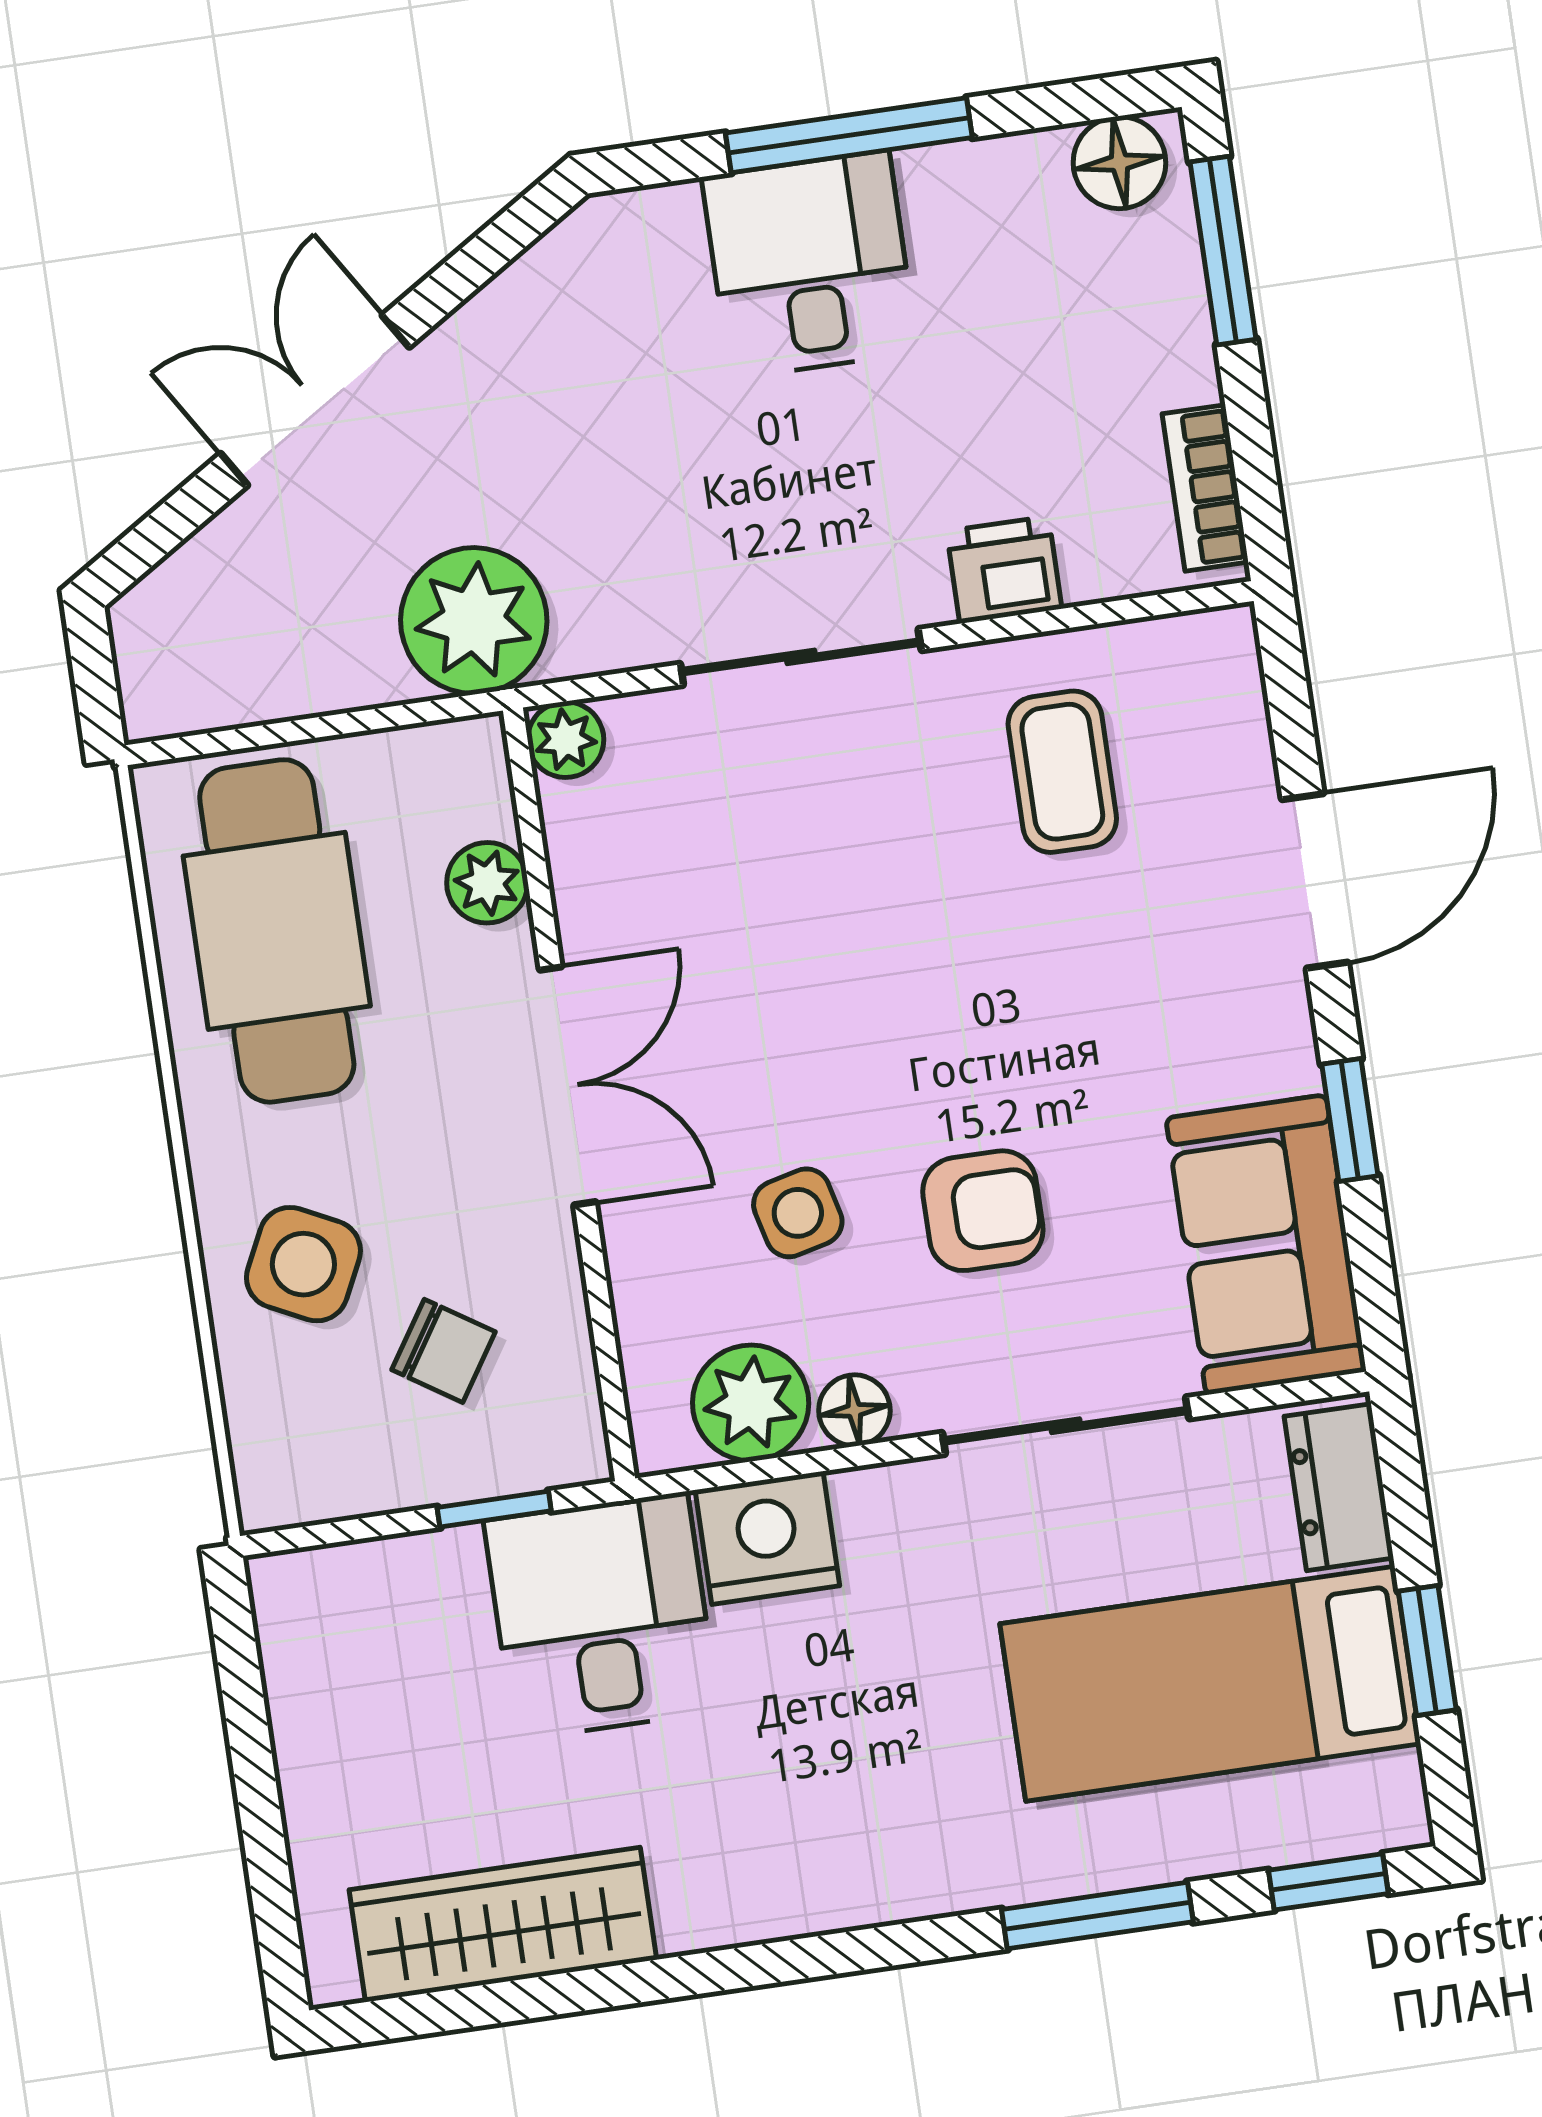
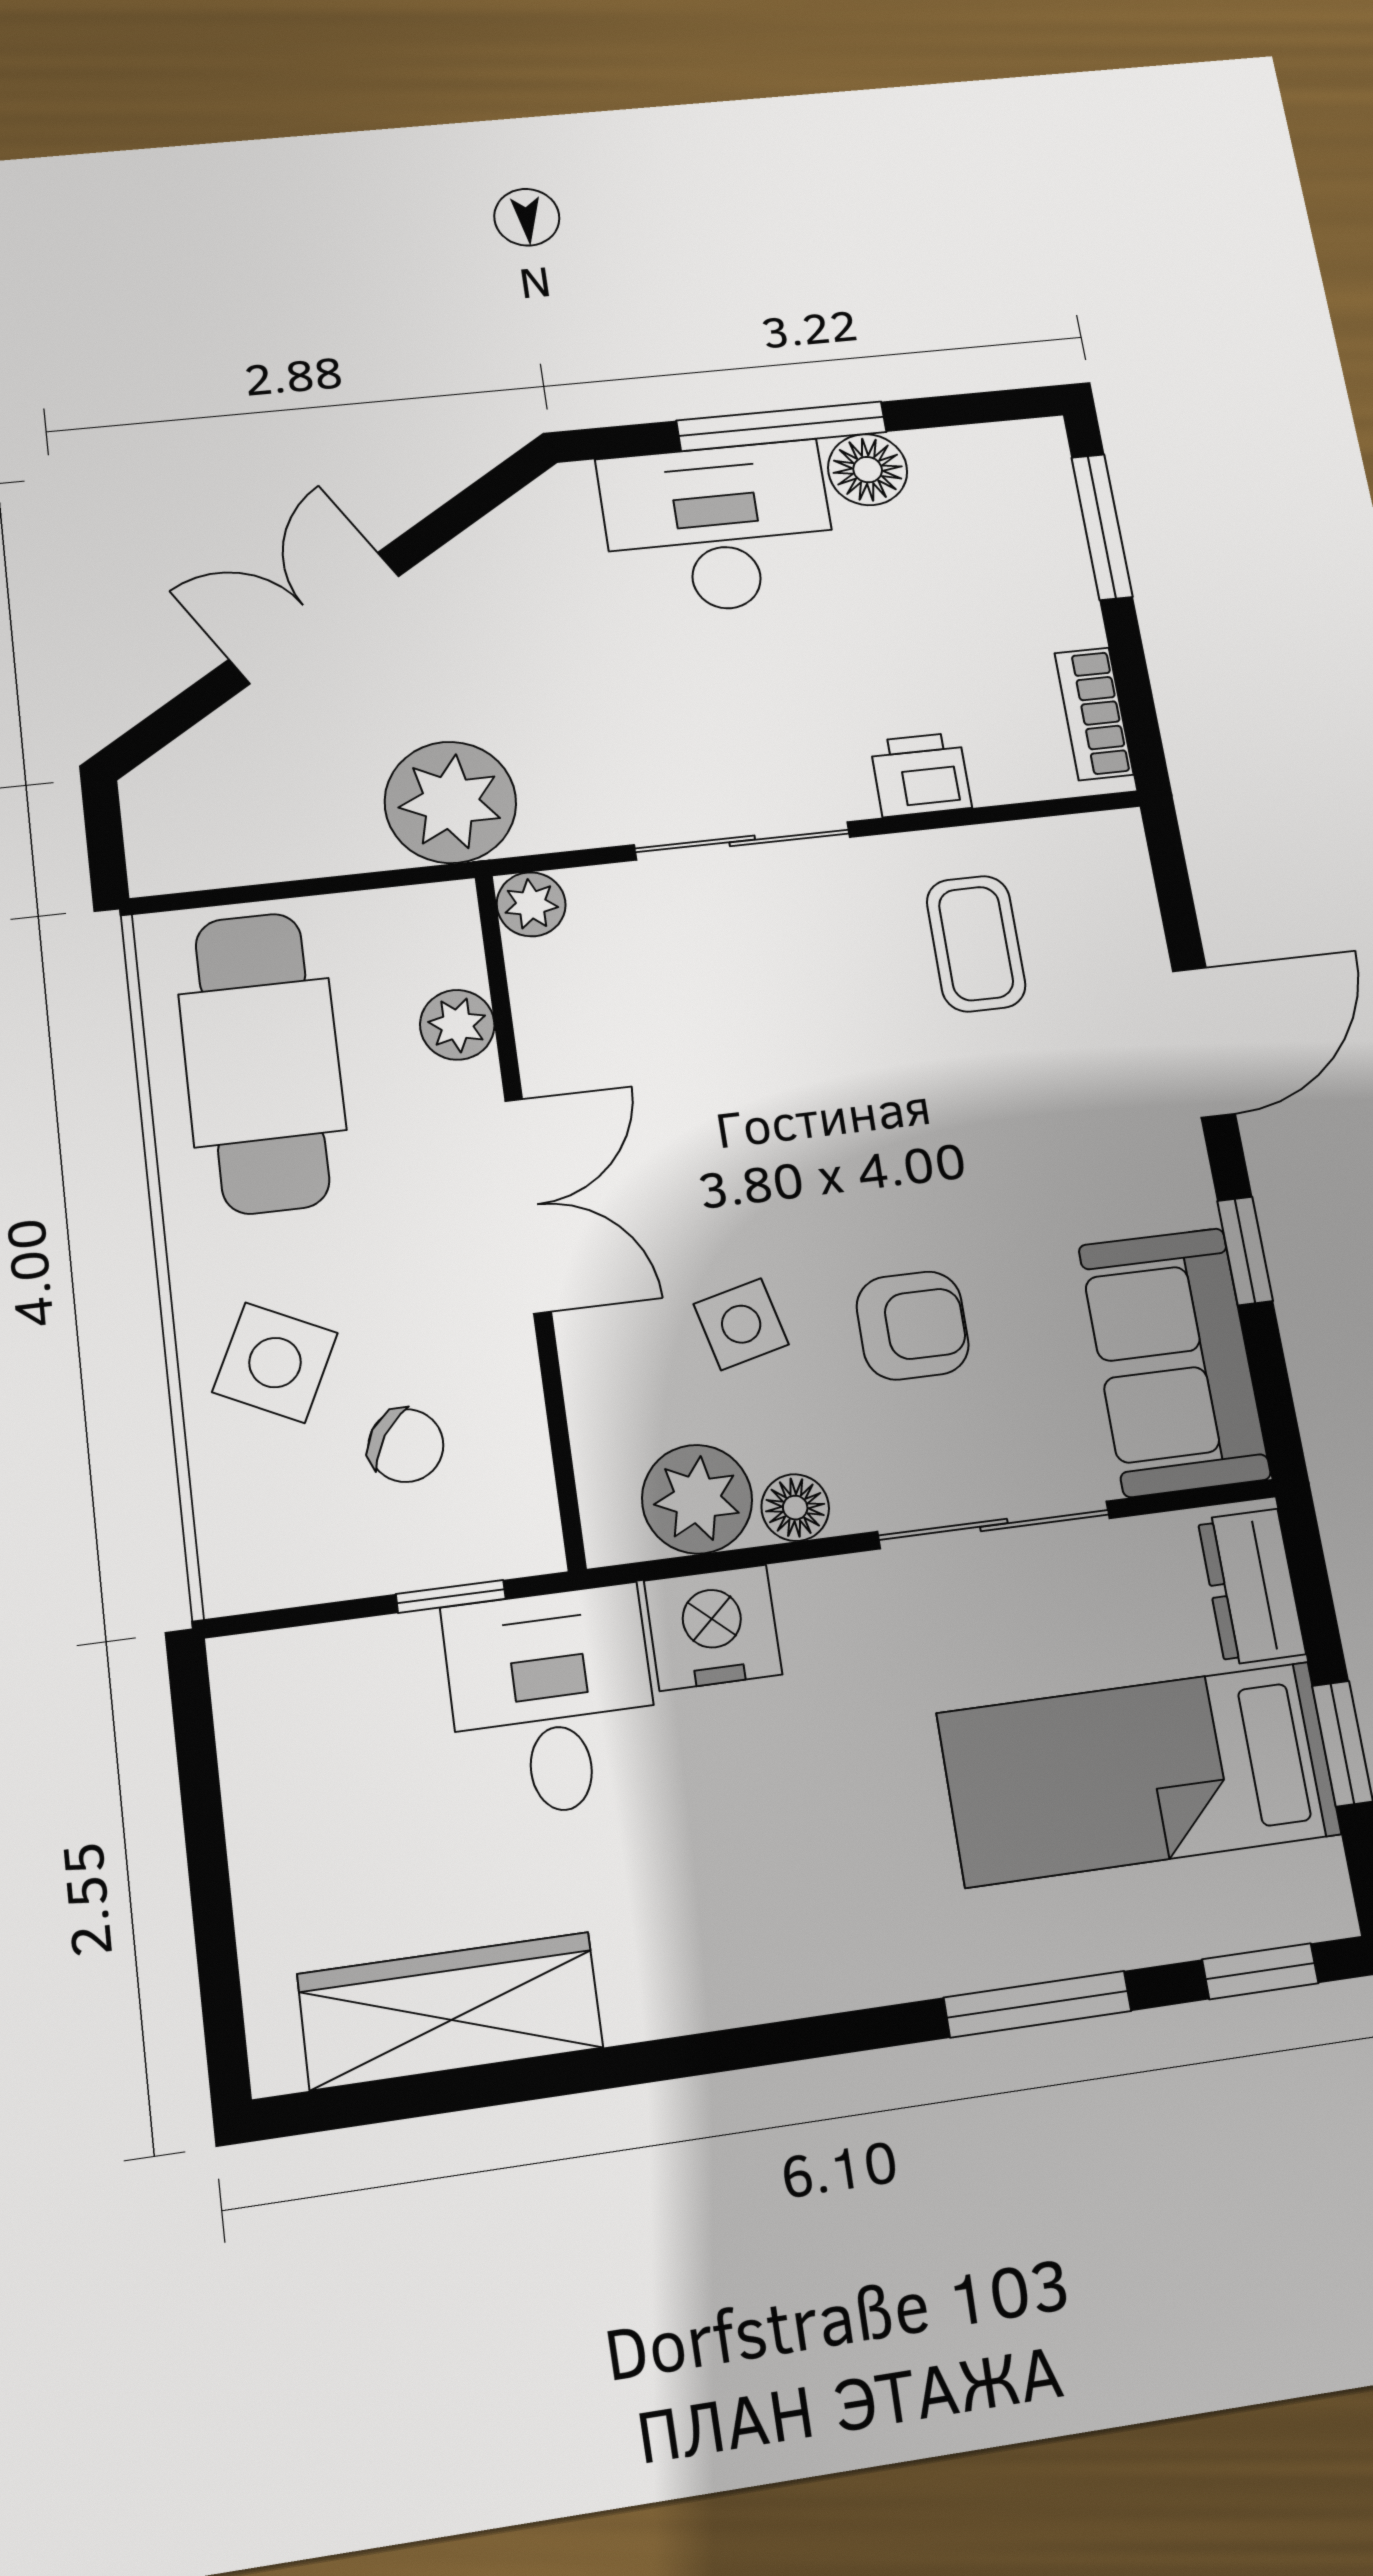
floor lamp: (1119, 163) -> (868, 470), moved
desk: (810, 265) -> (719, 528), width x1.37

